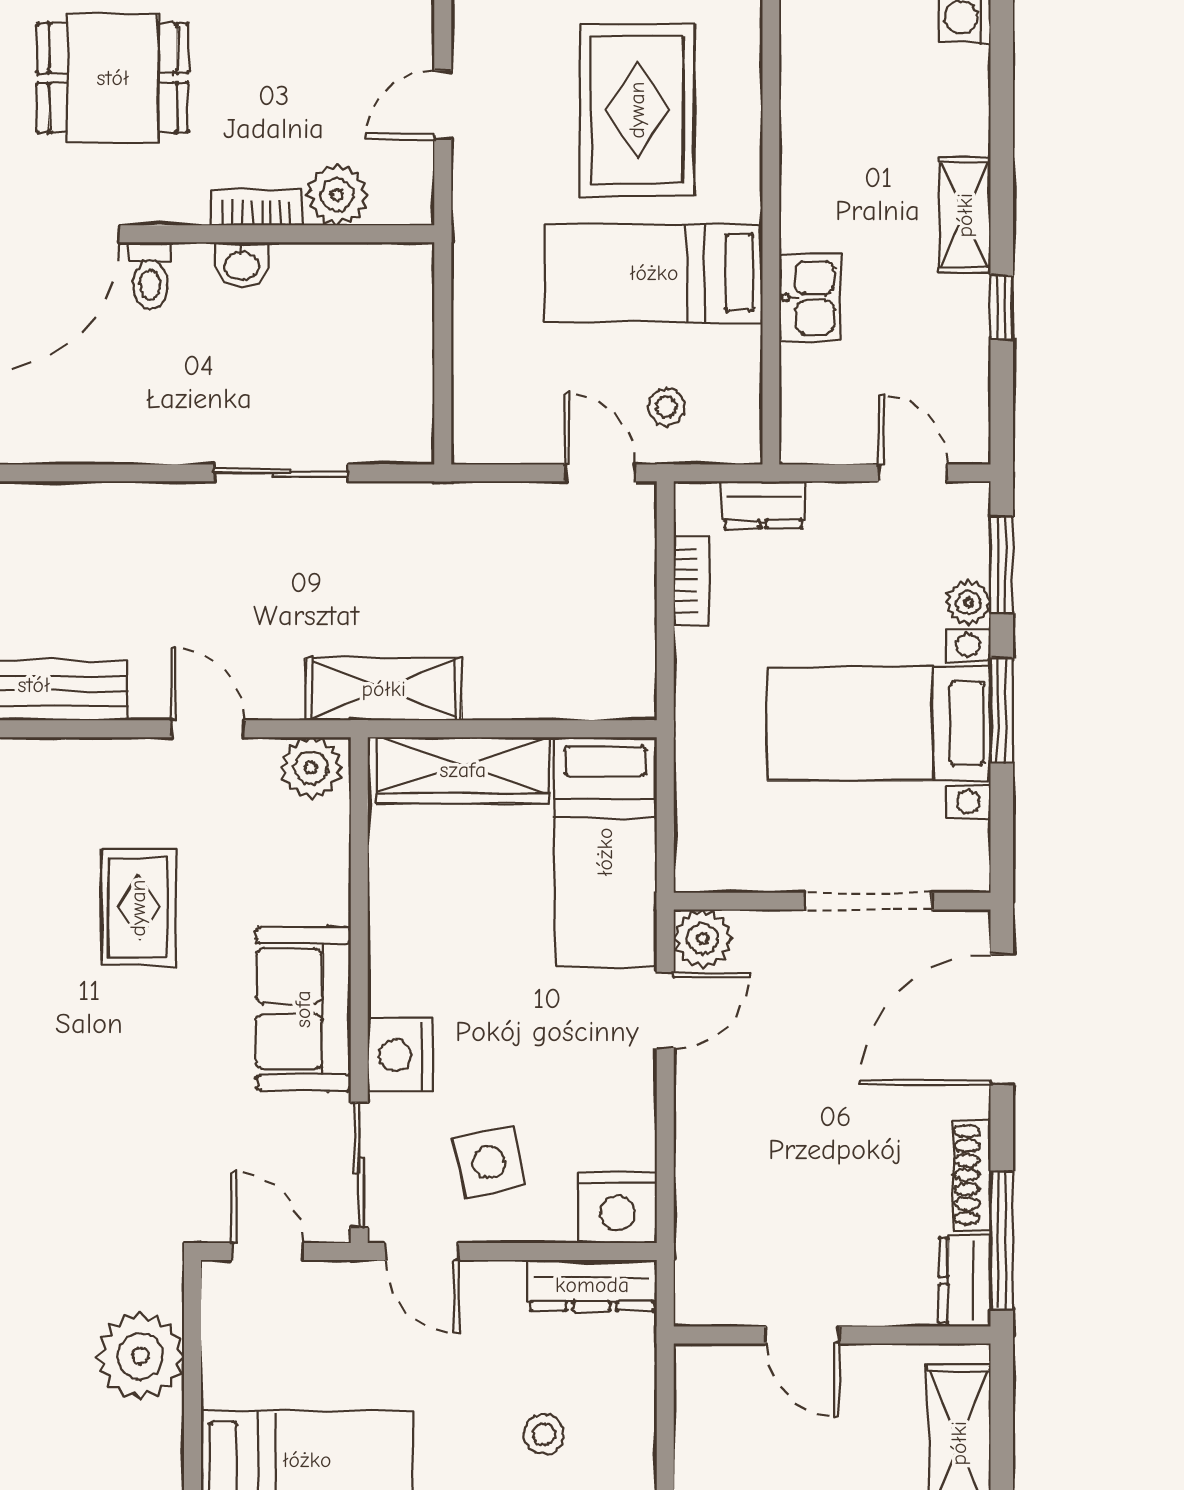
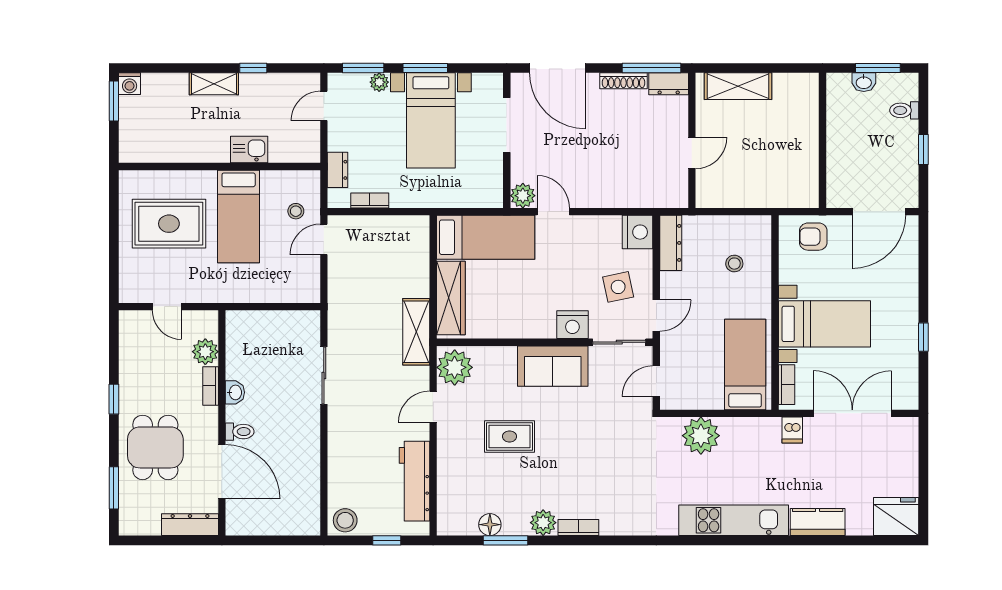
plant: (311, 768) -> (455, 367), width x1.36, depth x1.36

